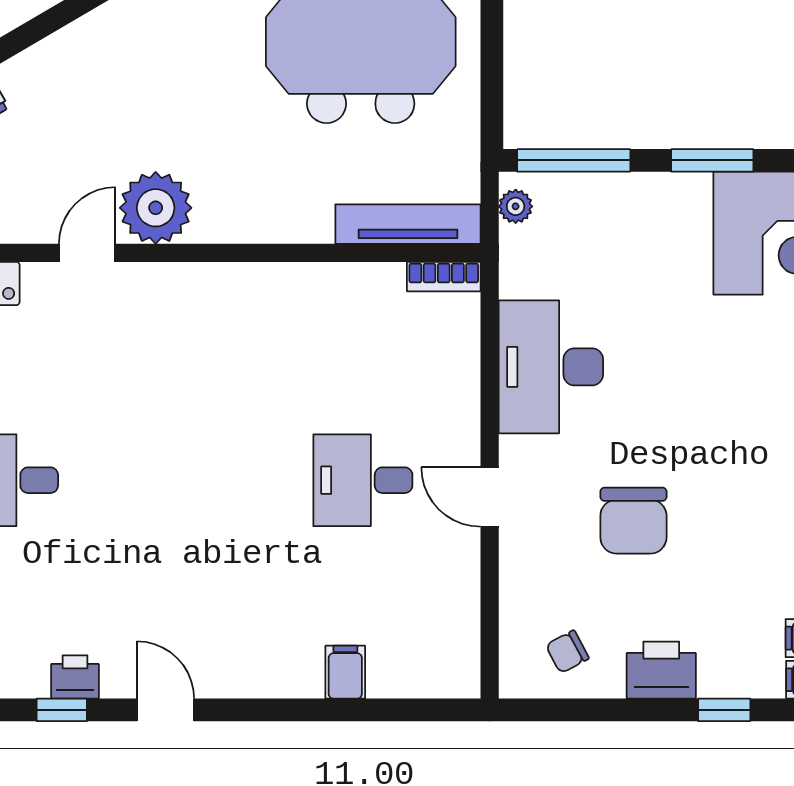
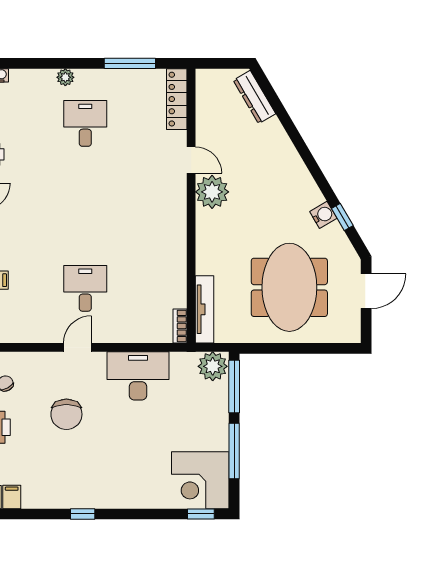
window: (712, 160) -> (234, 451), width x1.44
plant: (516, 206) -> (213, 366), width x1.87, depth x1.87
chair: (633, 521) -> (66, 414), turned -90

